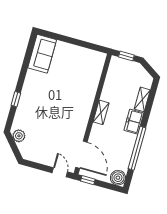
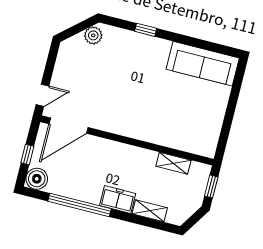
sofa: (42, 54) -> (203, 64), width x1.36
shelving: (101, 112) -> (173, 163), moved
window: (88, 180) -> (27, 155), moved

